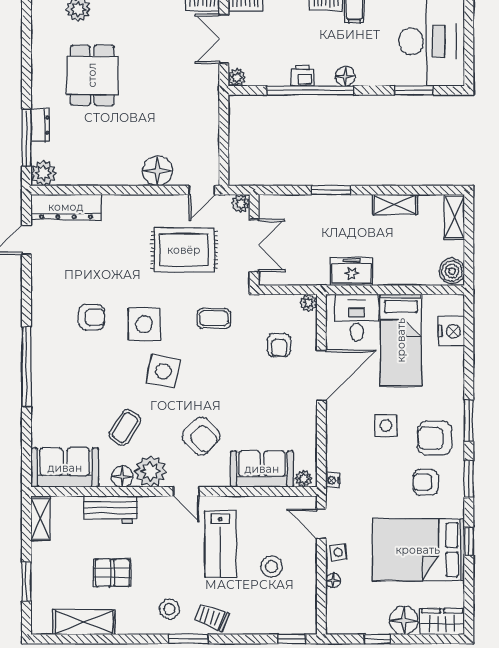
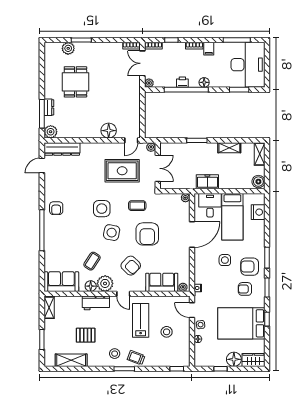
armchair: (92, 317) -> (56, 208), moved, turned 90
armchair: (279, 345) -> (147, 234), moved, width x1.88, depth x1.88
workbench: (111, 510) -> (96, 303), moved
lab bench: (220, 544) -> (141, 320), turned 180

